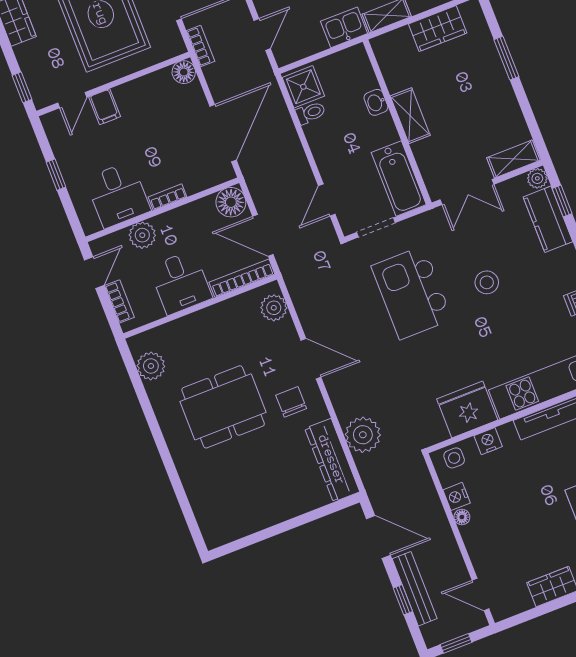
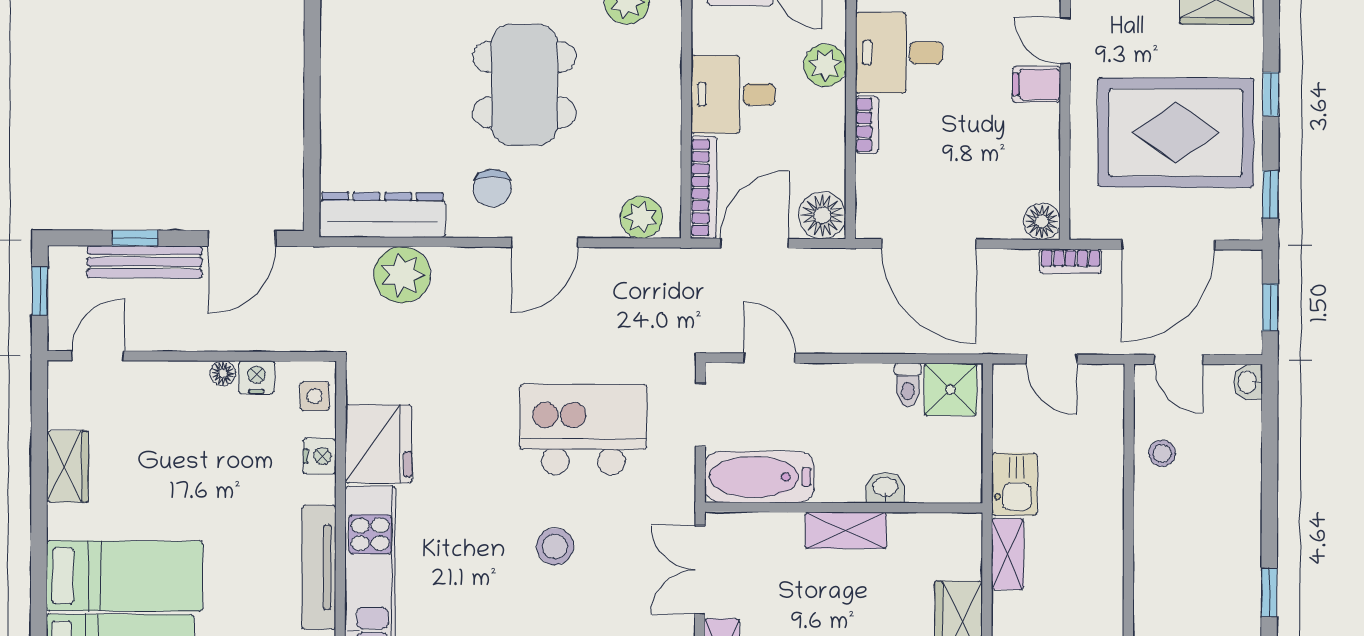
chair: (291, 402) -> (492, 188), turned 90

